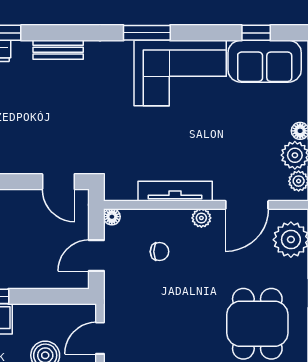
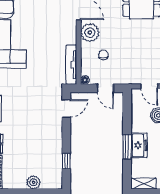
tv unit: (175, 191) -> (71, 65), moved
plant: (201, 218) -> (90, 33), width x1.88, depth x1.88

